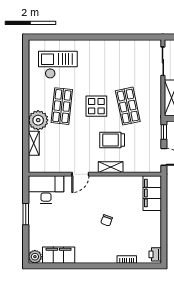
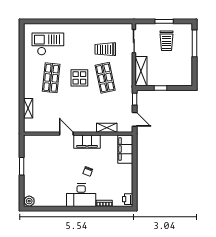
plant: (38, 120) -> (32, 89), removed
trolley: (112, 140) -> (105, 49), moved
shelving: (111, 167) -> (107, 128), moved
door: (80, 174) -> (66, 134), swing flipped
desk: (46, 190) -> (81, 195), moved, turned 180
filing cabinet: (59, 255) -> (87, 142), moved, turned 180

